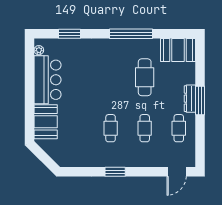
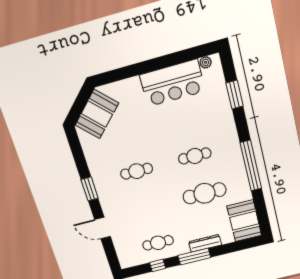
dresser: (190, 99) -> (205, 243), moved
booth: (46, 122) -> (97, 114), moved, turned -45
cafe table: (145, 128) -> (195, 156), moved
window: (200, 134) -> (158, 265), added
door: (177, 172) -> (102, 228), moved

